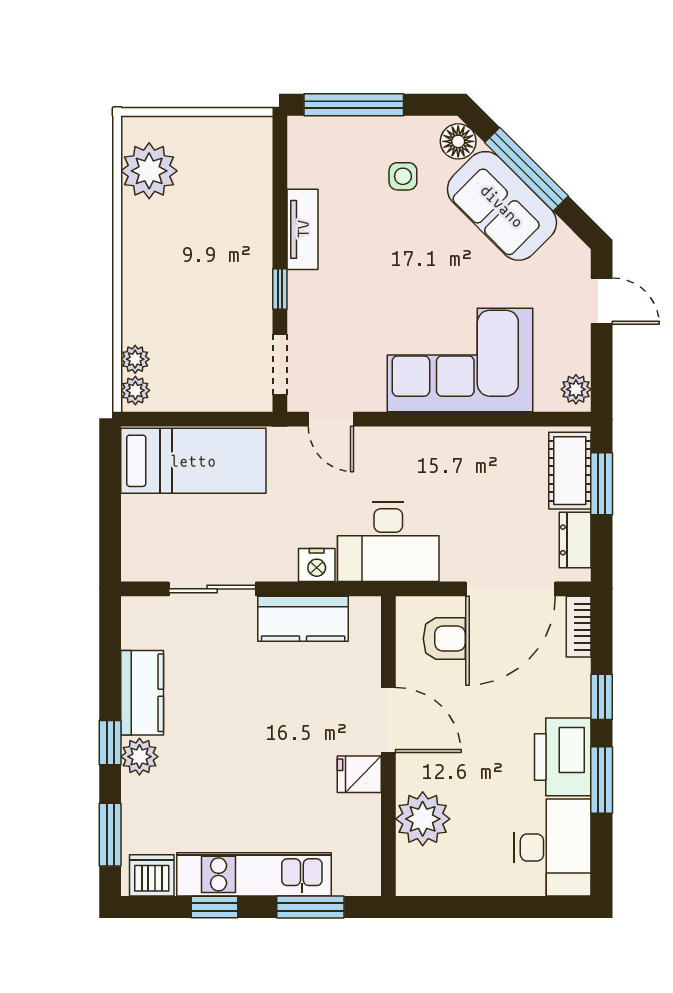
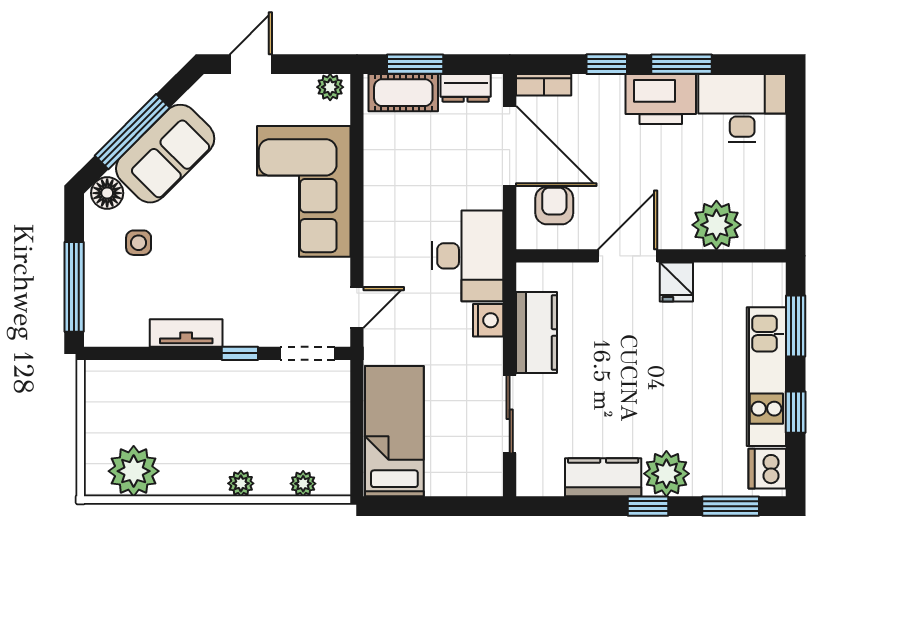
plant: (135, 390) -> (241, 483), moved
plant: (139, 757) -> (666, 474), width x1.36, depth x1.36

